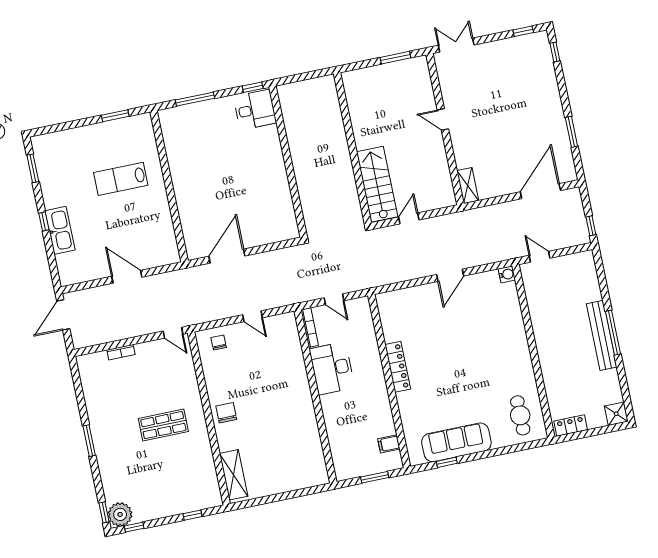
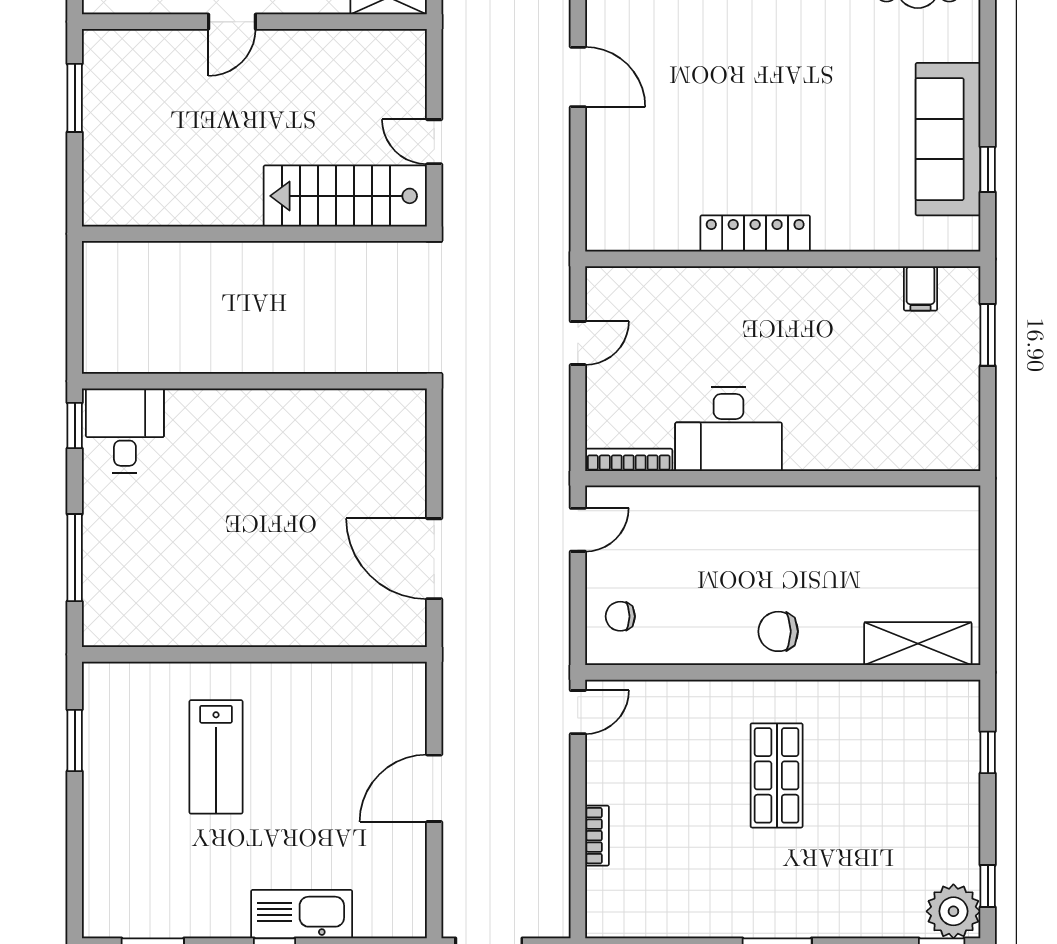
bookcase: (310, 327) -> (629, 460), moved
desk: (332, 368) -> (729, 429), moved
wall: (316, 396) -> (783, 478), moved

